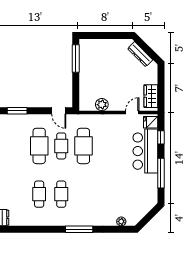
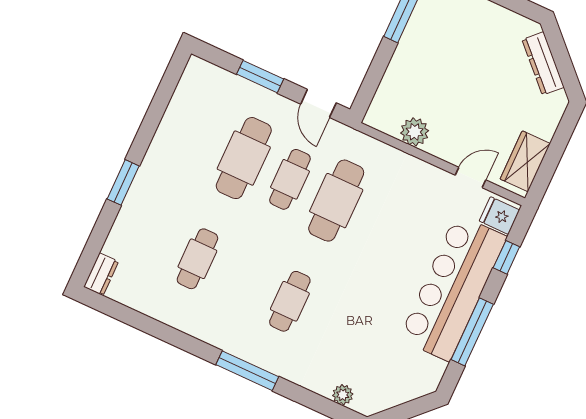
window: (17, 111) -> (260, 77), moved
bar counter: (145, 151) -> (453, 288), width x1.36
cafe table: (61, 194) -> (290, 301), moved

